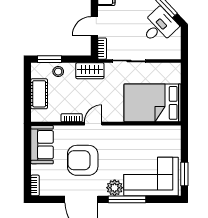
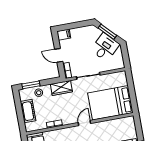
door: (94, 26) -> (59, 55), hinge flipped
door: (93, 124) -> (84, 123), moved

